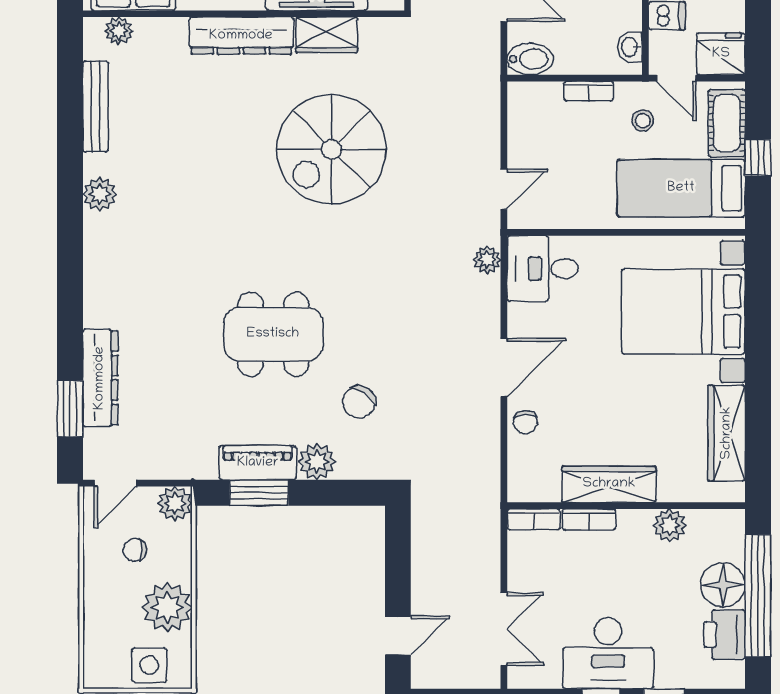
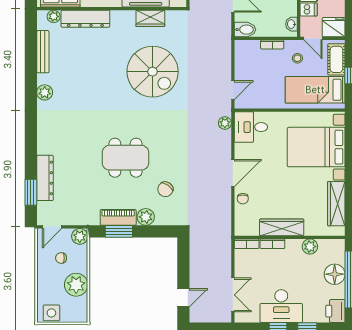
dresser: (241, 36) -> (85, 19), moved
spiral stairs: (331, 149) -> (153, 72), turned -90
printer: (724, 635) -> (335, 311), moved
side table: (149, 665) -> (51, 313), moved

